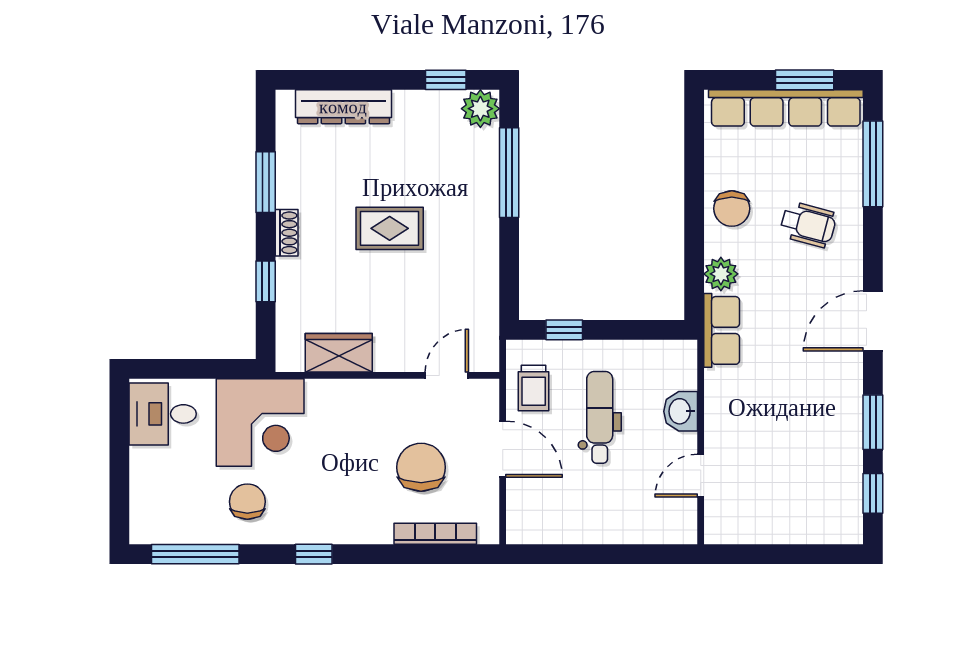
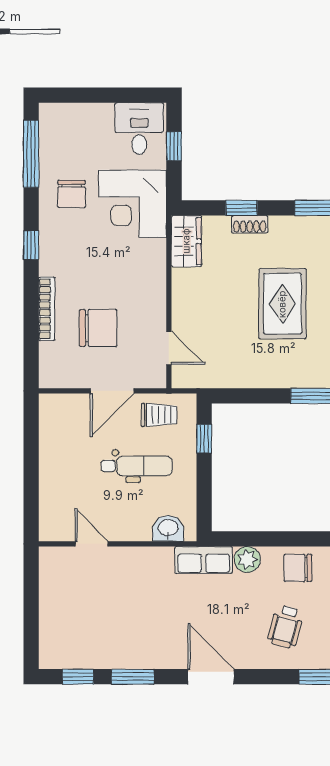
rug: (390, 228) -> (282, 304), width x1.36, depth x1.43
shoe rack: (287, 233) -> (250, 224), moved
wardrobe: (339, 353) -> (186, 241), moved
window: (185, 369) -> (174, 146), added
trolley: (534, 388) -> (159, 415), turned 180
washbasin: (681, 411) -> (168, 528), moved
chair: (247, 502) -> (72, 194), turned 90
bookcase: (435, 534) -> (47, 309), moved

